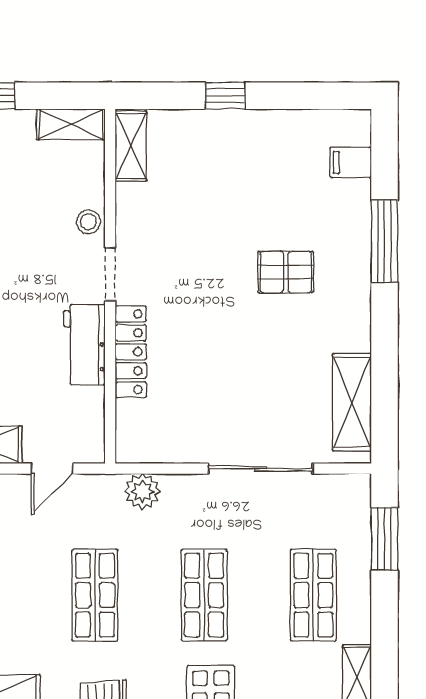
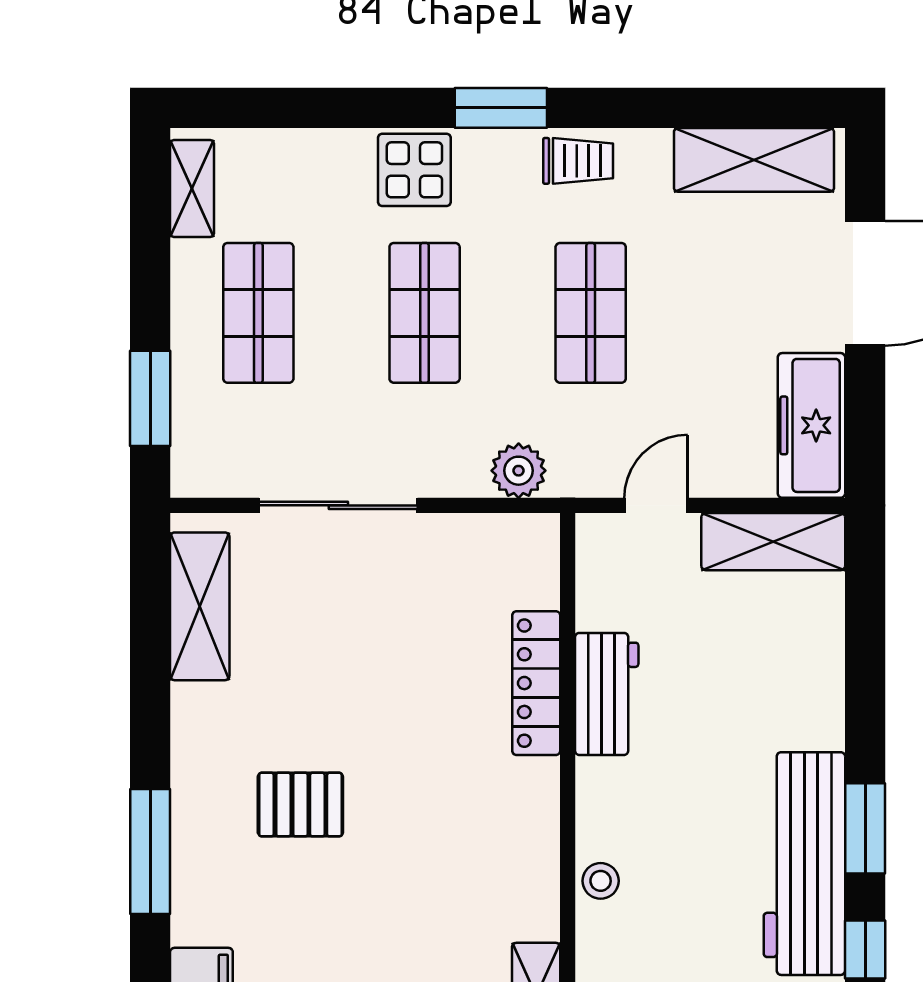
doorway: (110, 274) -> (568, 801), removed

